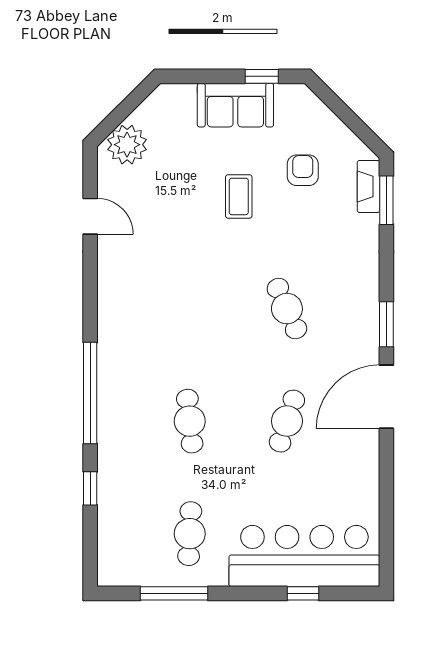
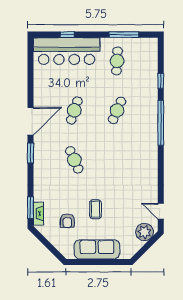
window: (262, 76) -> (85, 262), removed
sofa: (235, 105) -> (97, 249), width x1.36
door: (90, 216) -> (161, 211), moved
cafe table: (190, 421) -> (117, 110), turned 30

